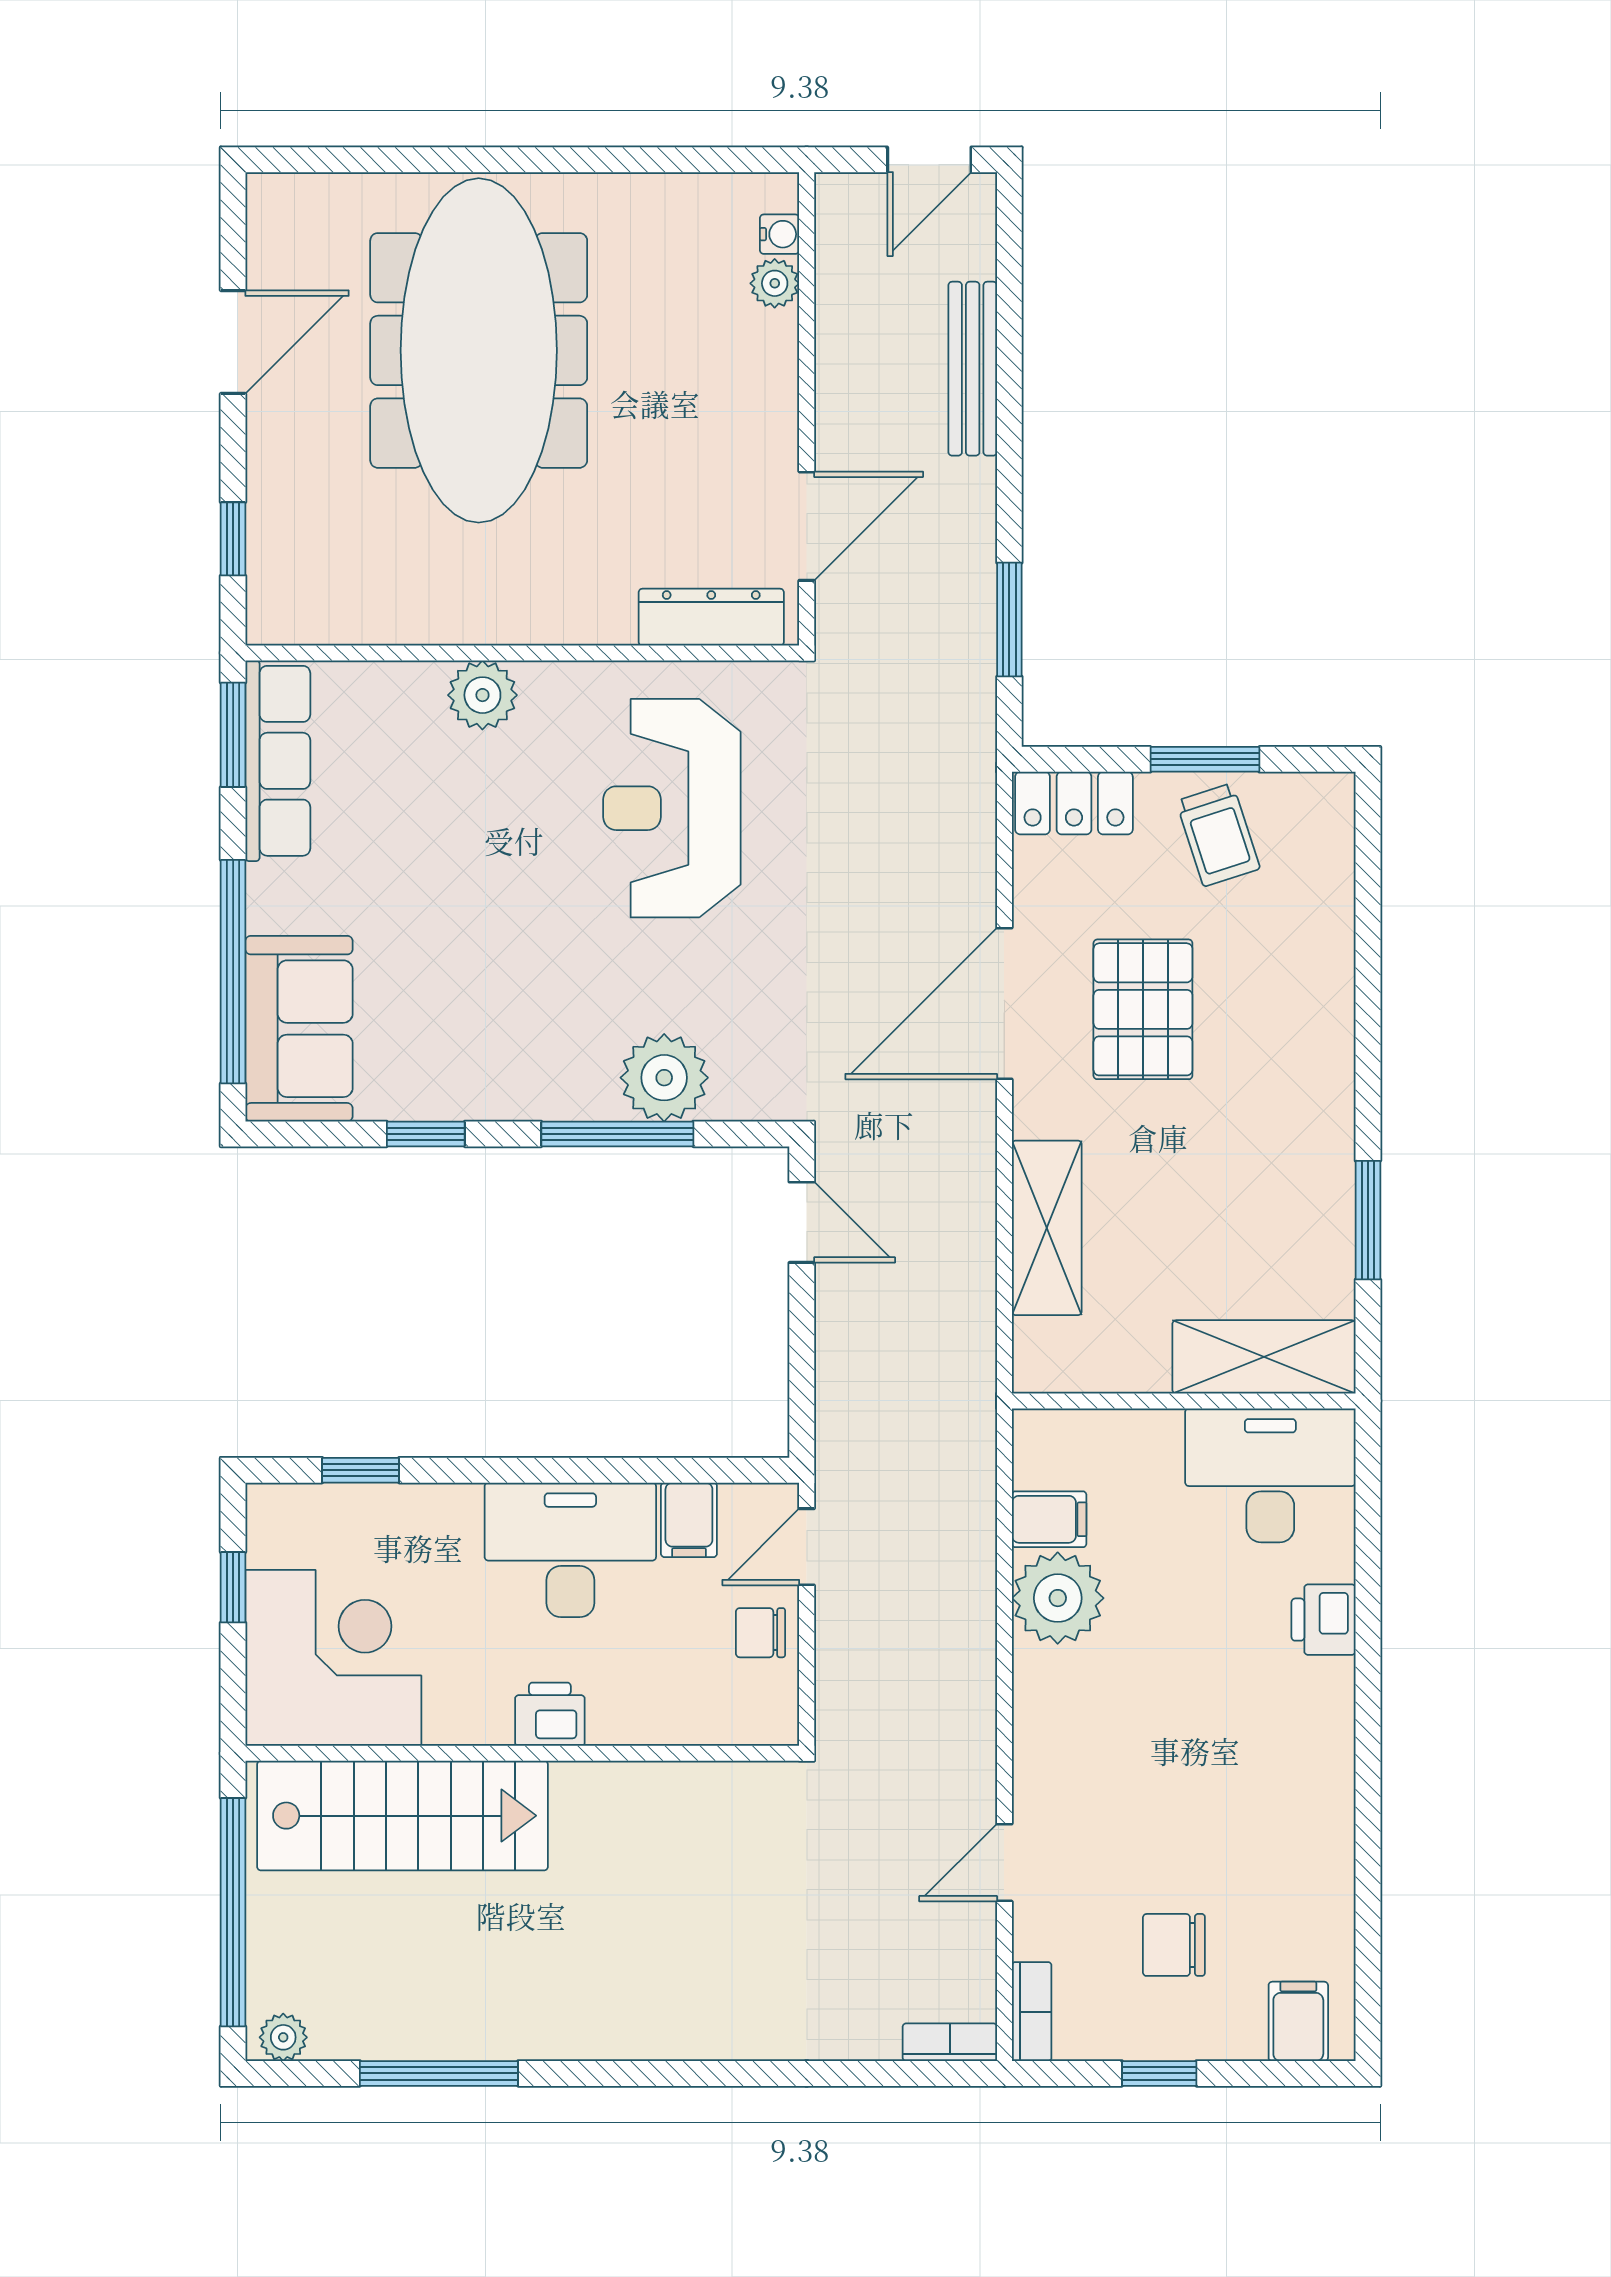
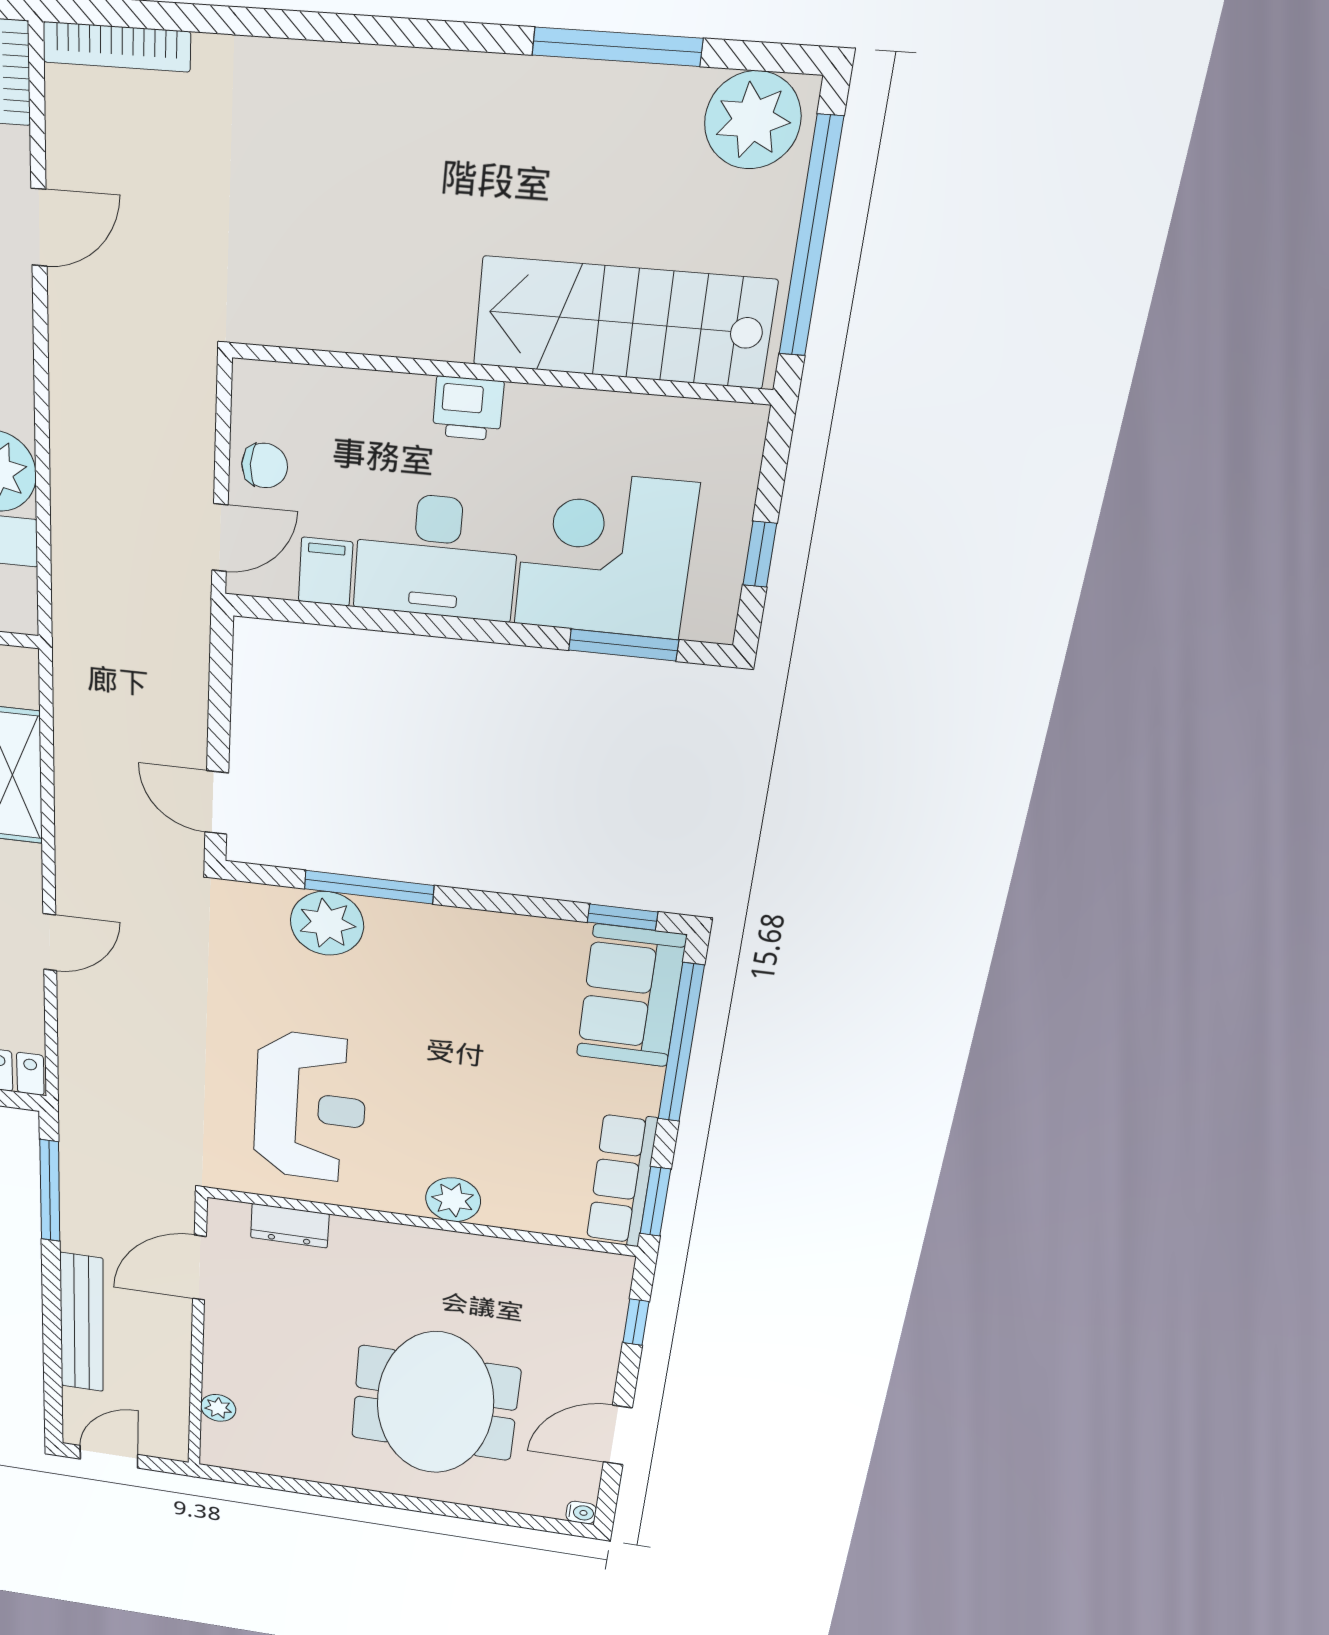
water cooler: (780, 234) -> (581, 1513), moved, turned 180
meeting table: (479, 350) -> (435, 1403), width x0.73
bench: (973, 369) -> (82, 1323), width x1.37, depth x1.21
dresser: (711, 617) -> (290, 1226), width x0.70
window: (1009, 620) -> (50, 1191), width x1.44
door: (1004, 1004) -> (50, 942), width x0.53
window: (426, 1134) -> (623, 917), moved
window: (361, 1470) -> (624, 645), width x1.50
corner desk: (333, 1658) -> (605, 554), moved, turned 90
plant: (283, 2037) -> (753, 120), width x1.87, depth x1.87
bookcase: (950, 2042) -> (117, 47), width x1.56

